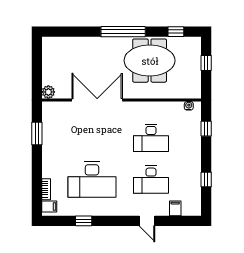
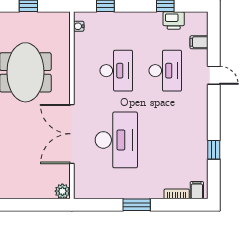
window: (37, 133) -> (137, 205), moved
desk: (92, 180) -> (116, 140), moved
printer: (194, 187) -> (174, 21), added
door: (147, 221) -> (214, 75), hinge flipped

